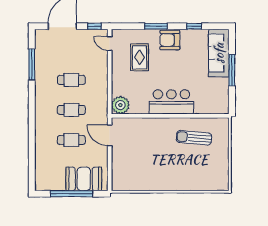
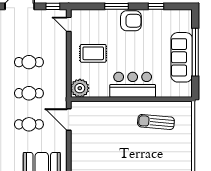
armchair: (170, 40) -> (131, 21), turned 180
sofa: (219, 53) -> (182, 57), moved
rug: (140, 57) -> (93, 53), moved, turned 90
window: (232, 70) -> (195, 52), width x1.46

